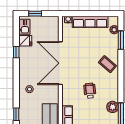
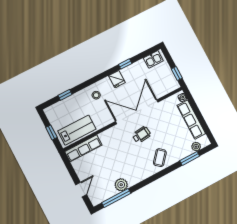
window: (35, 14) -> (177, 73), moved
fridge: (25, 41) -> (117, 79), moved
wheelchair: (90, 91) -> (141, 135), moved

